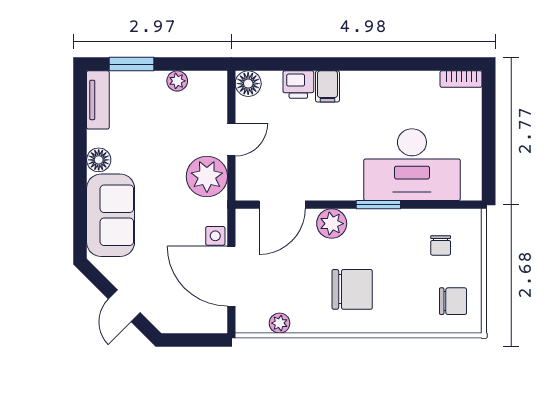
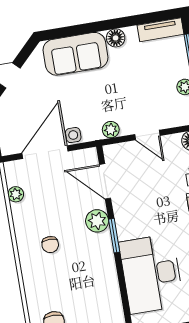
plant: (207, 176) -> (111, 130), width x0.53, depth x0.53
window: (378, 205) -> (114, 236), moved
chair: (441, 245) -> (94, 306), removed
chair: (352, 289) -> (50, 245), width x0.54, depth x0.54

